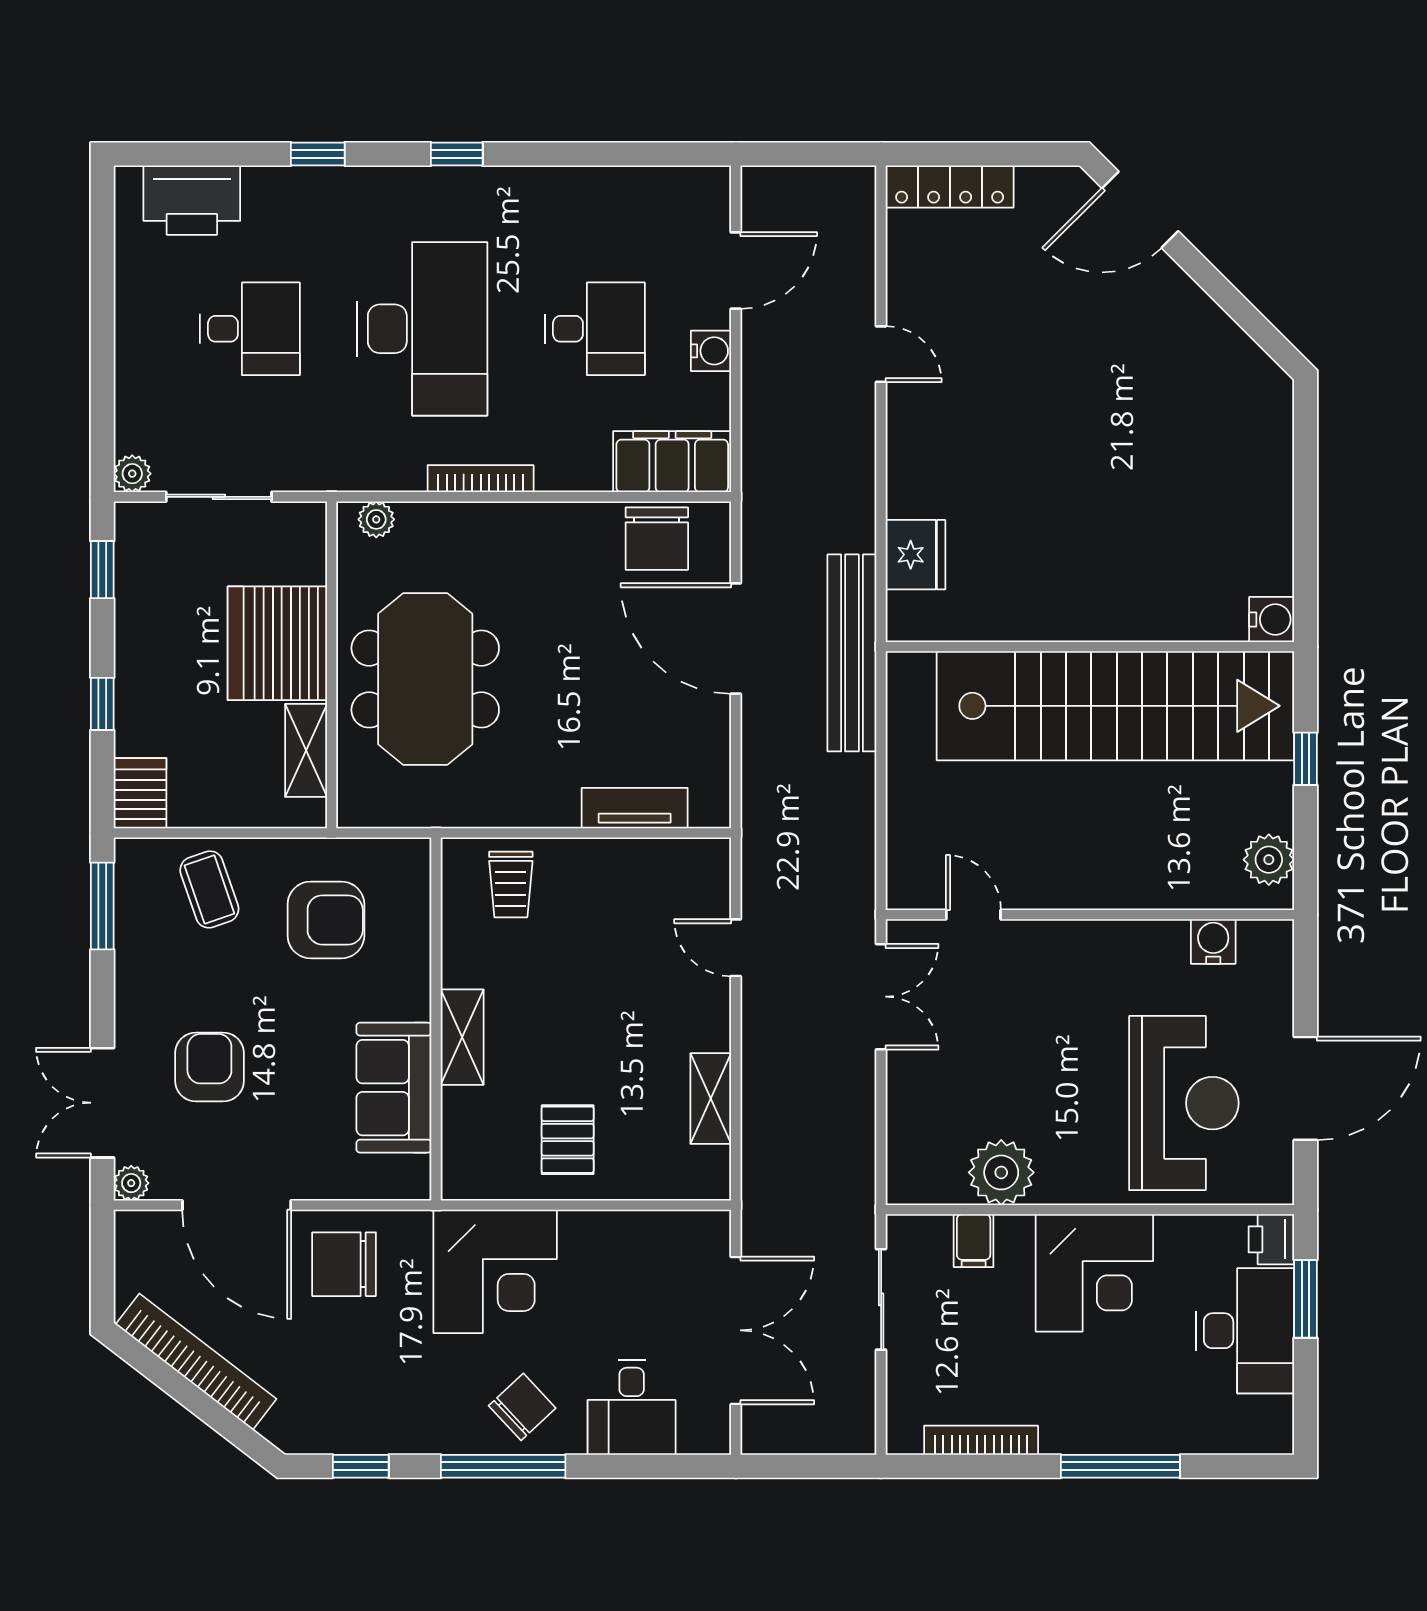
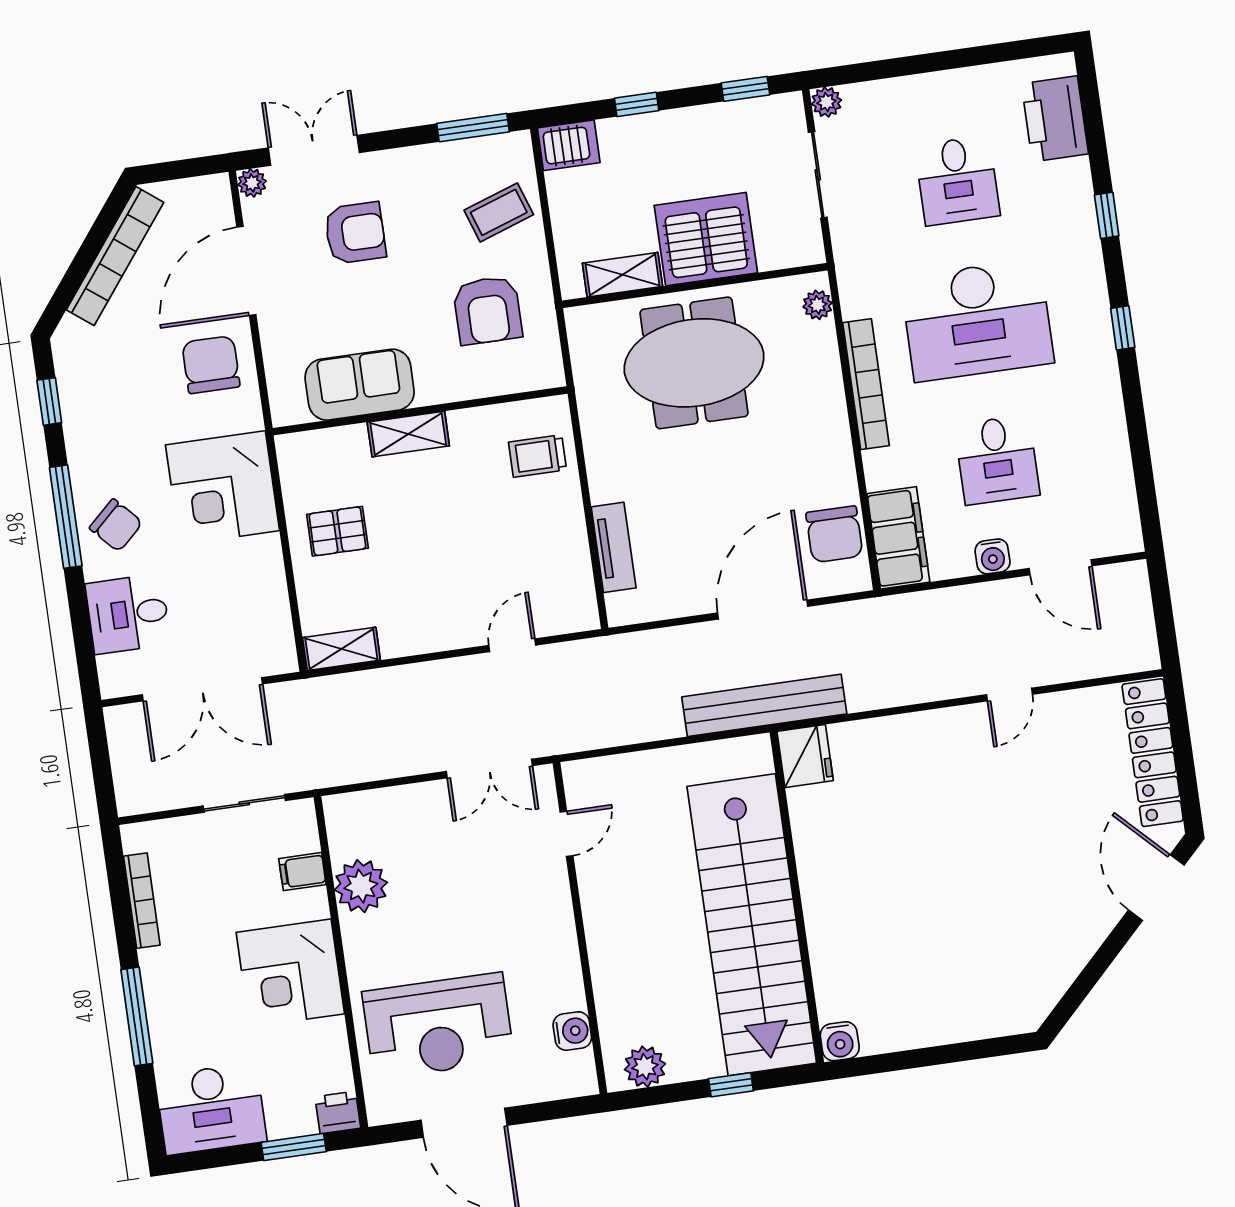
locker: (950, 186) -> (1153, 753), width x1.41, depth x1.21
bookcase: (481, 479) -> (866, 384), width x1.48, depth x1.31
chair: (657, 539) -> (834, 534), turned -90
fridge: (915, 555) -> (805, 756), moved, turned -90
shelving: (711, 1099) -> (341, 649), moved
desk: (1245, 1331) -> (211, 1109), moved

